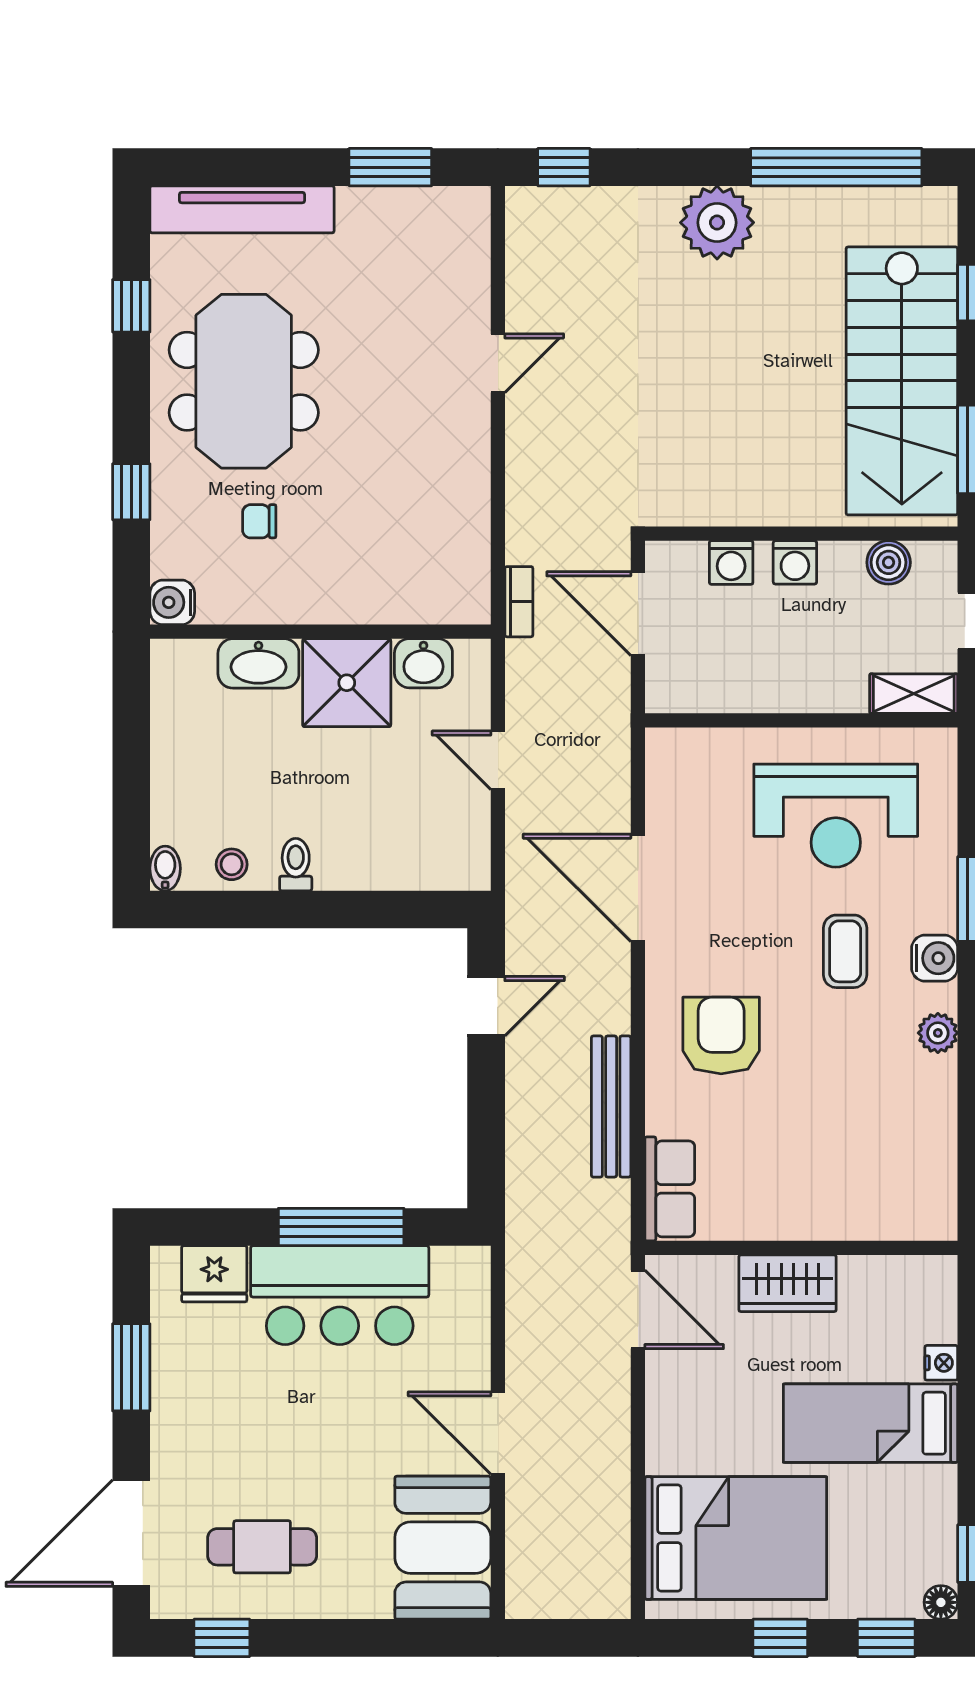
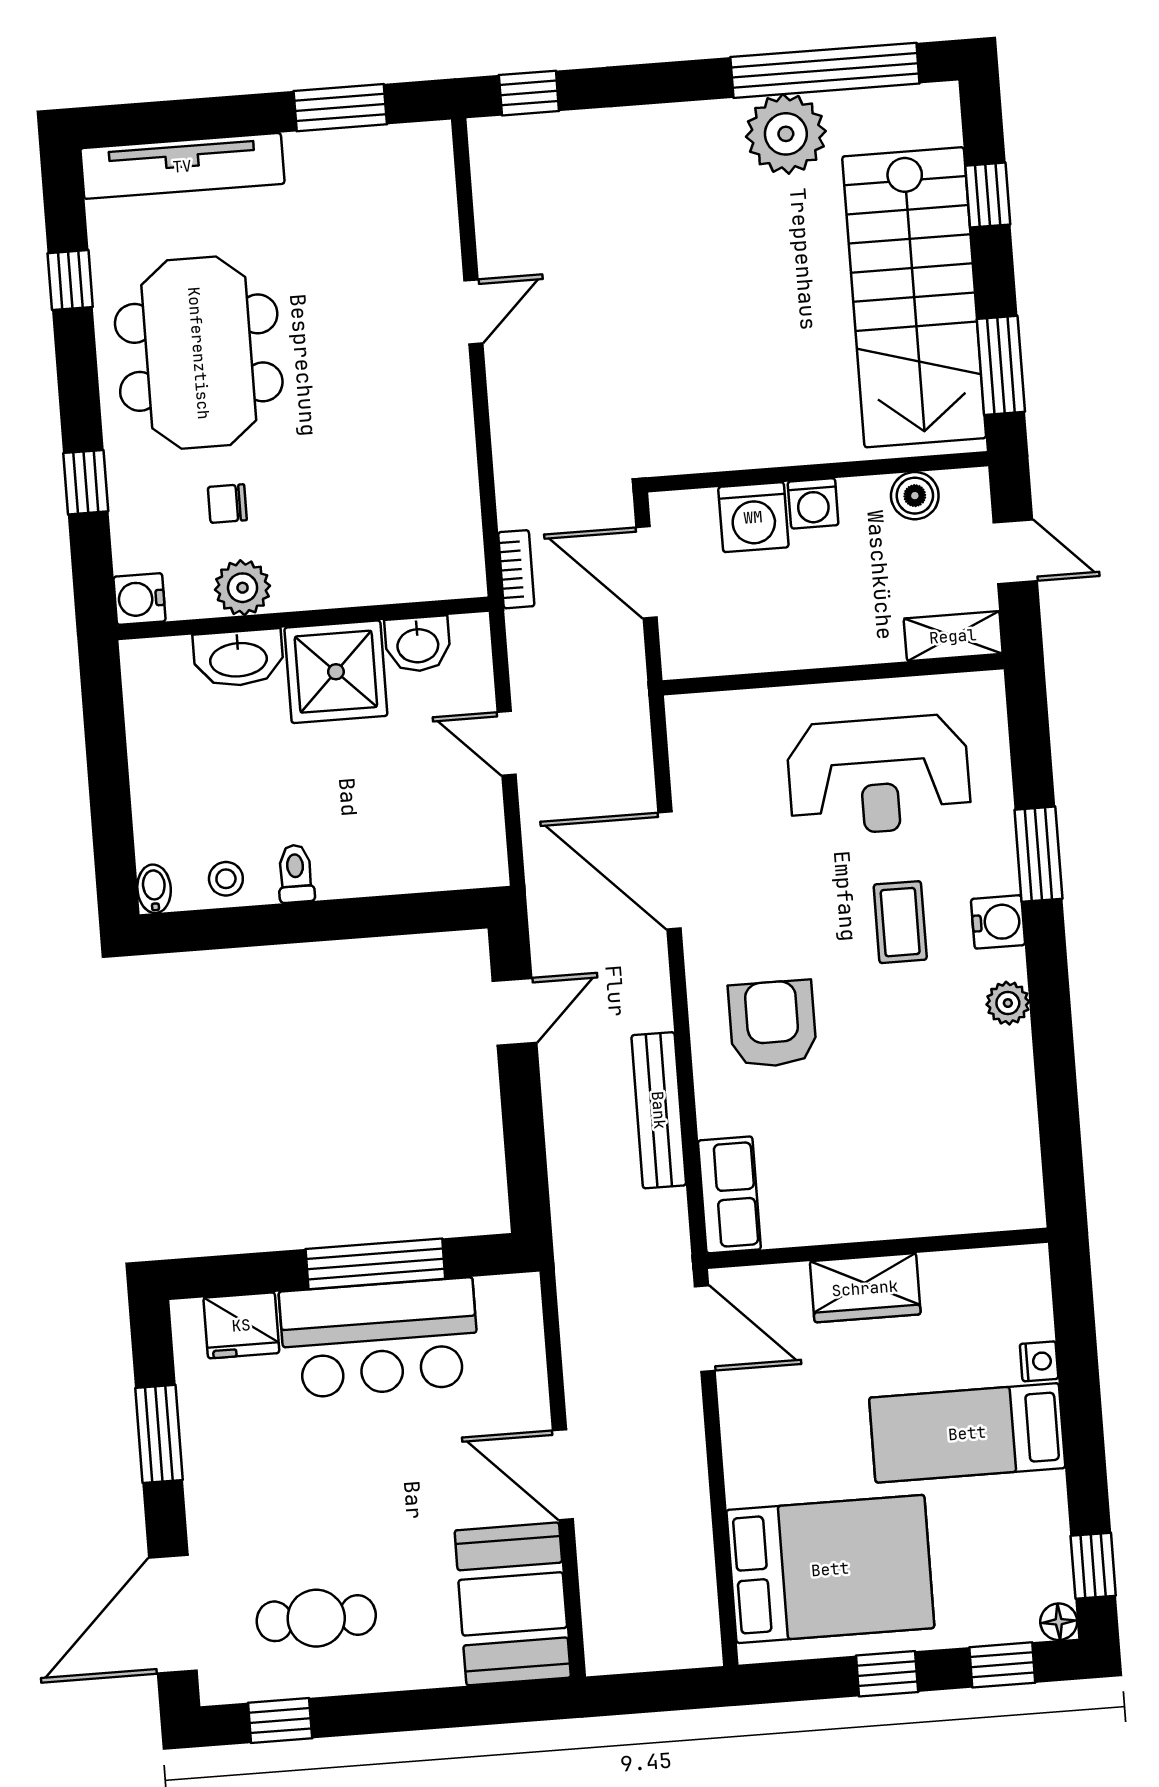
plant: (717, 223) -> (786, 134), moved
washing machine: (731, 562) -> (753, 517), width x1.38, depth x1.38
plant: (267, 599) -> (243, 588), added

